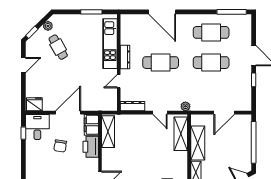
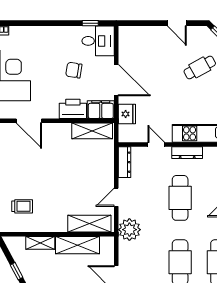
fridge: (34, 104) -> (127, 114), moved
plant: (185, 106) -> (129, 230), width x1.88, depth x1.88

